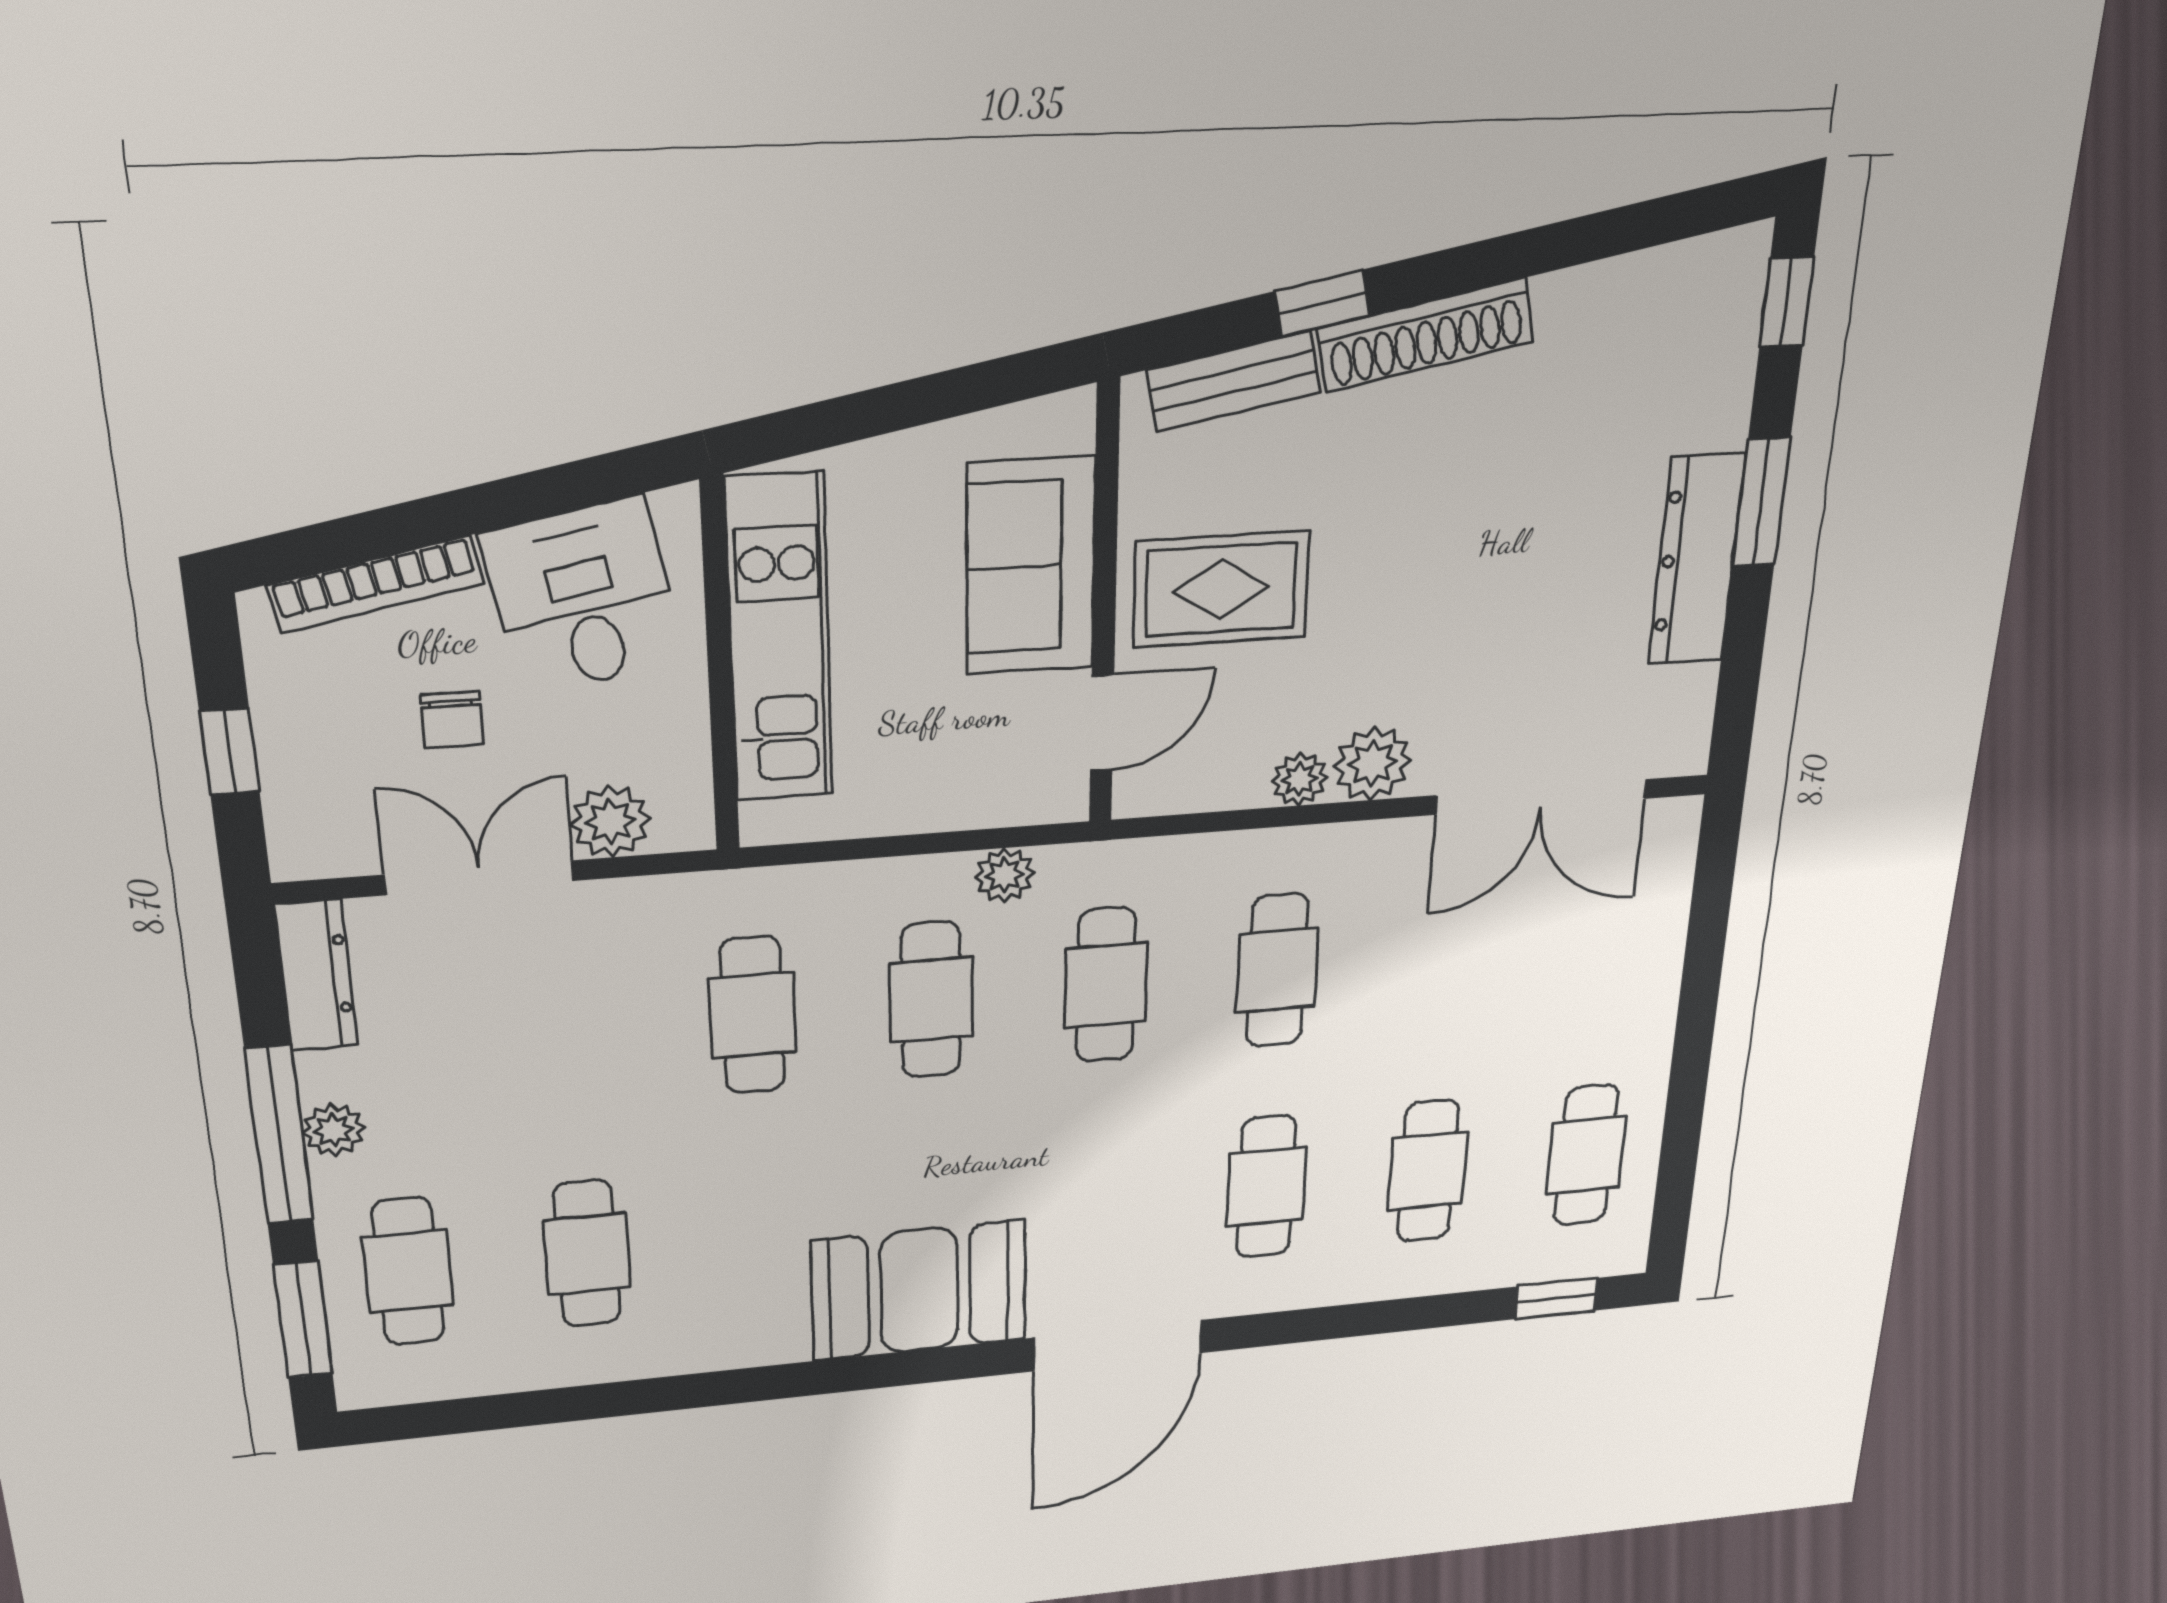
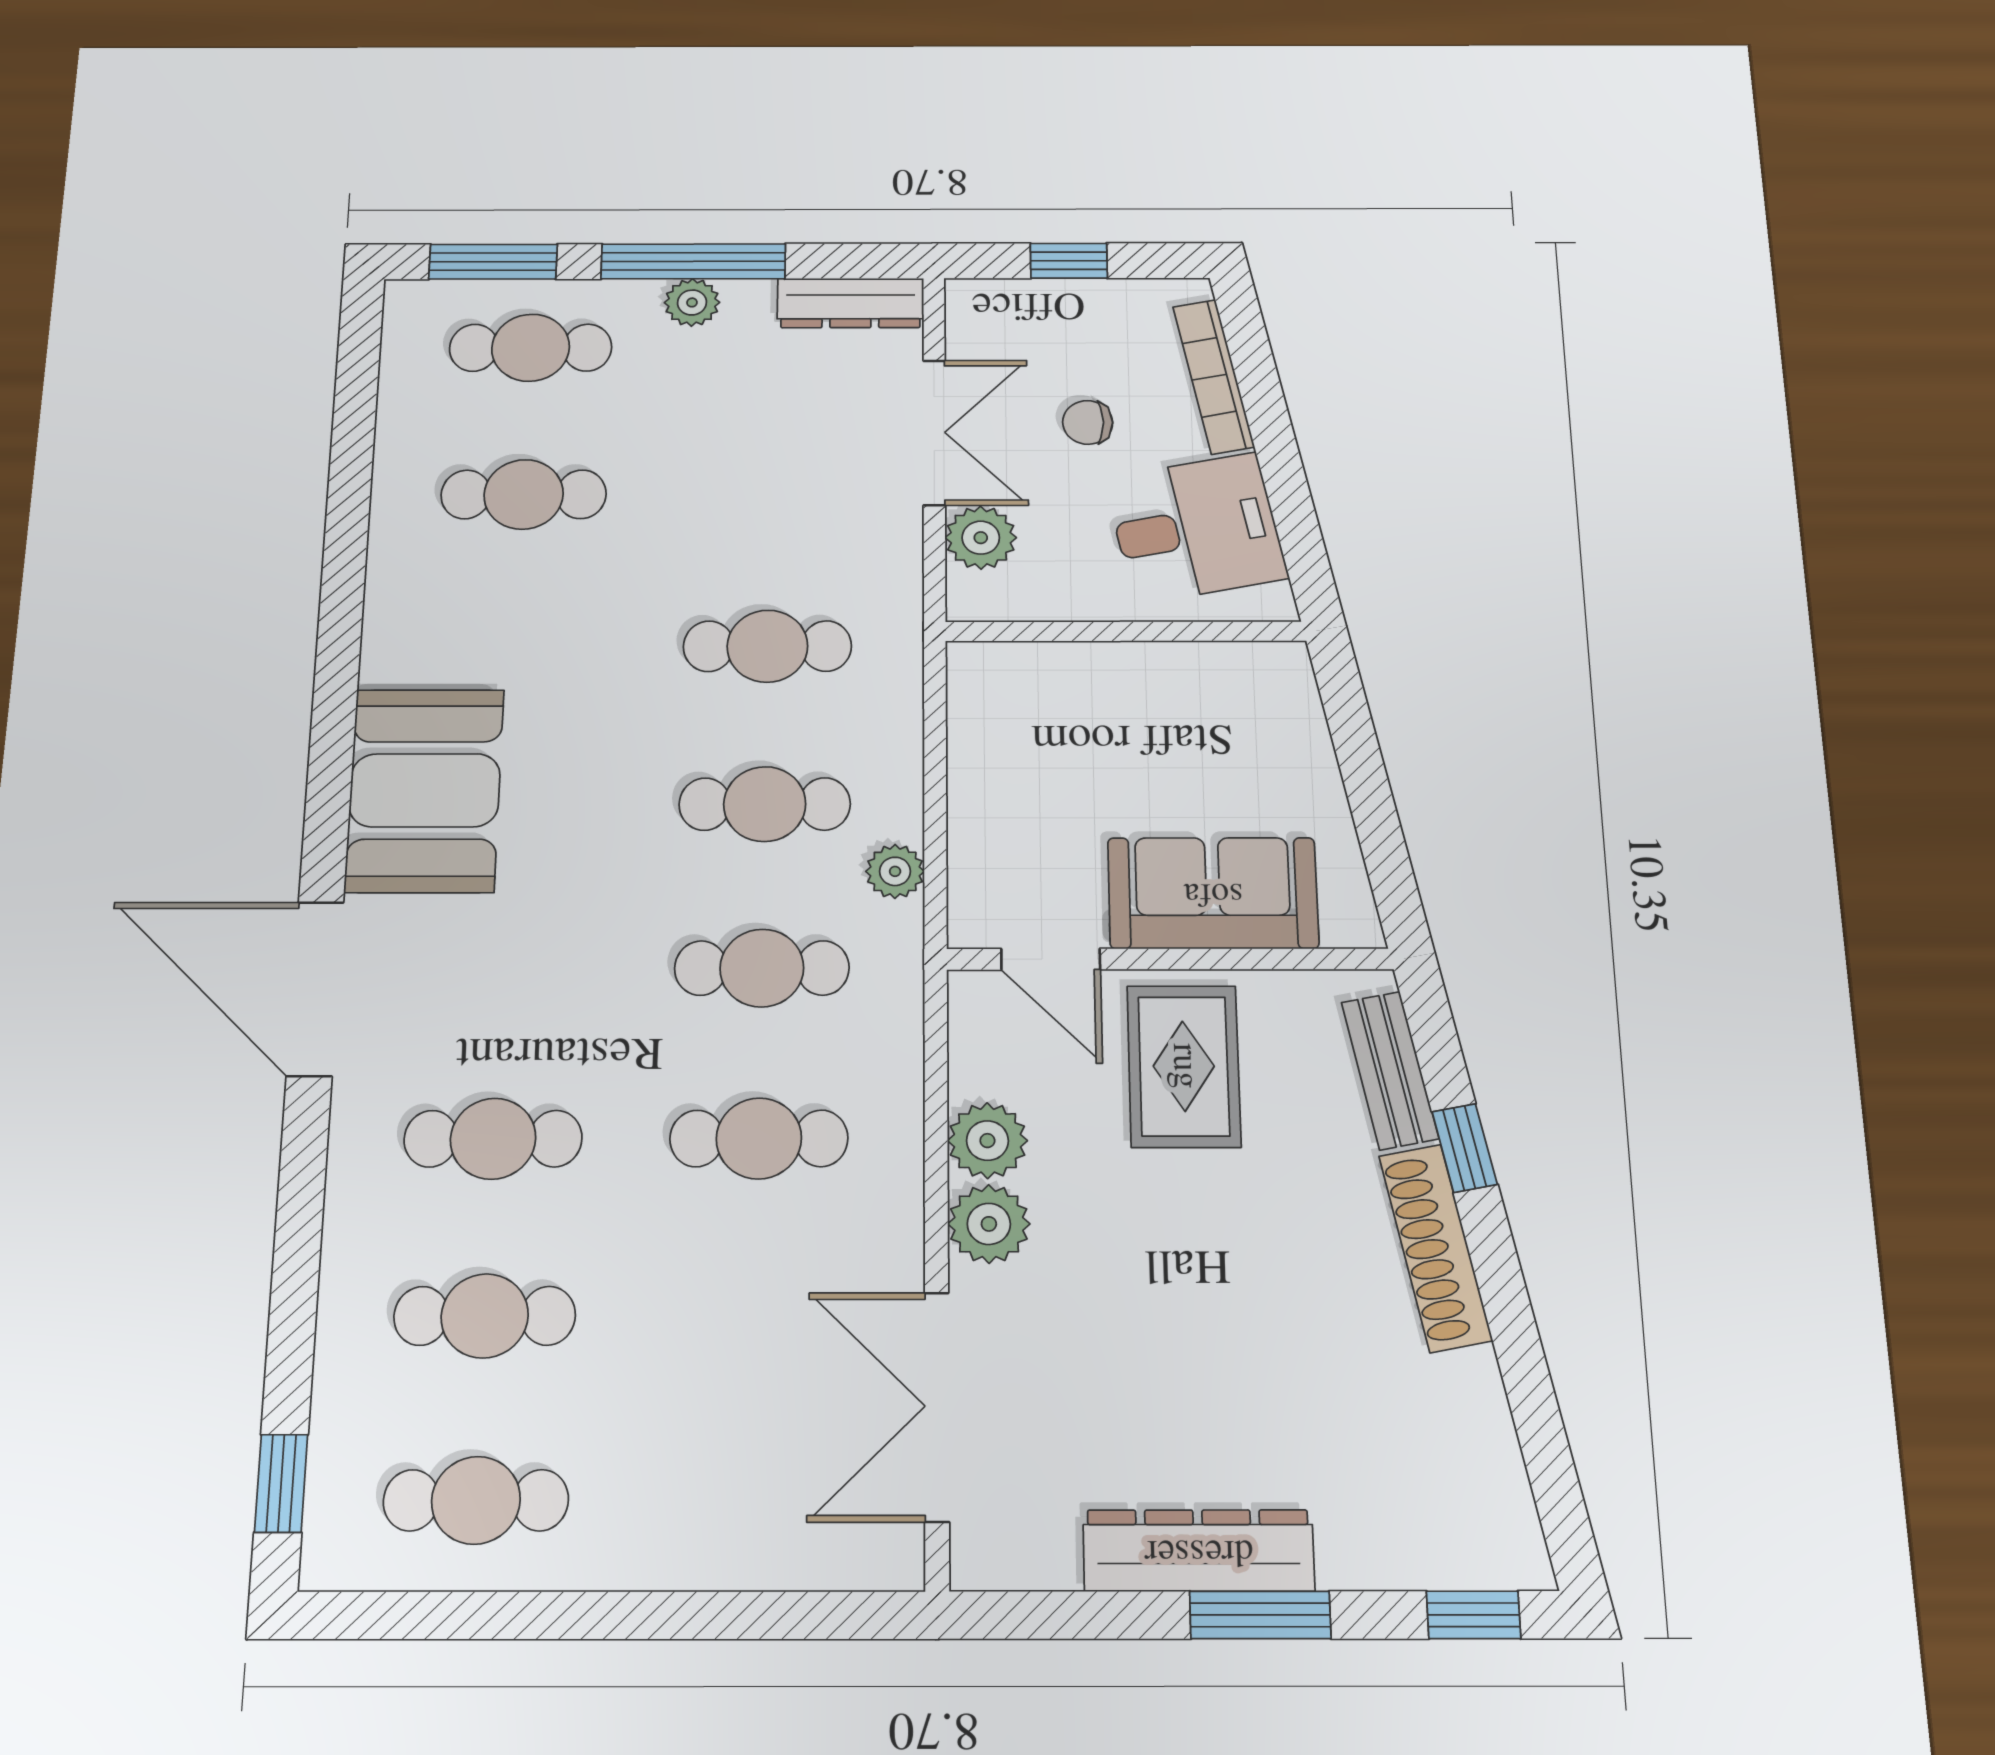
kitchen unit: (779, 639) -> (1150, 680), removed
plant: (1300, 779) -> (987, 1141), width x1.38, depth x1.38

